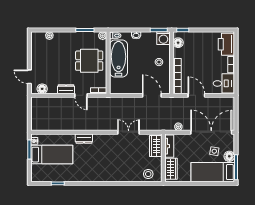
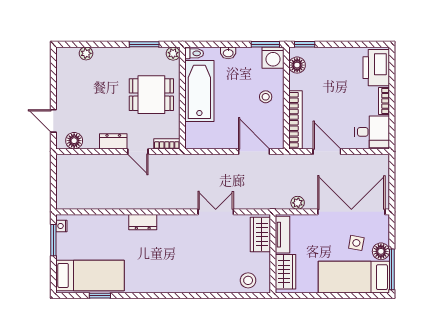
bed: (52, 155) -> (90, 275), moved

